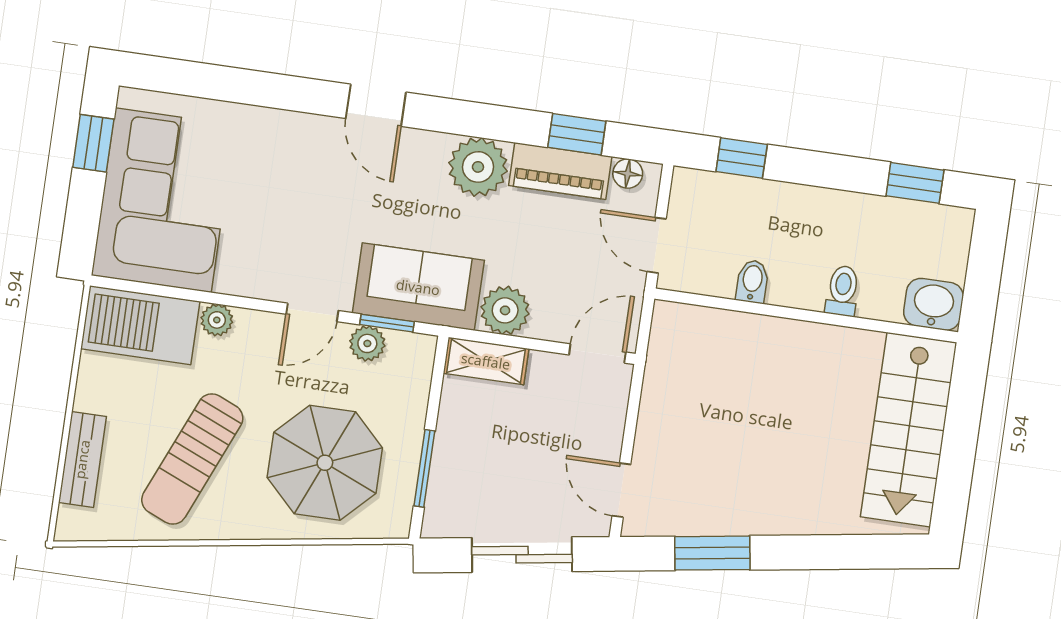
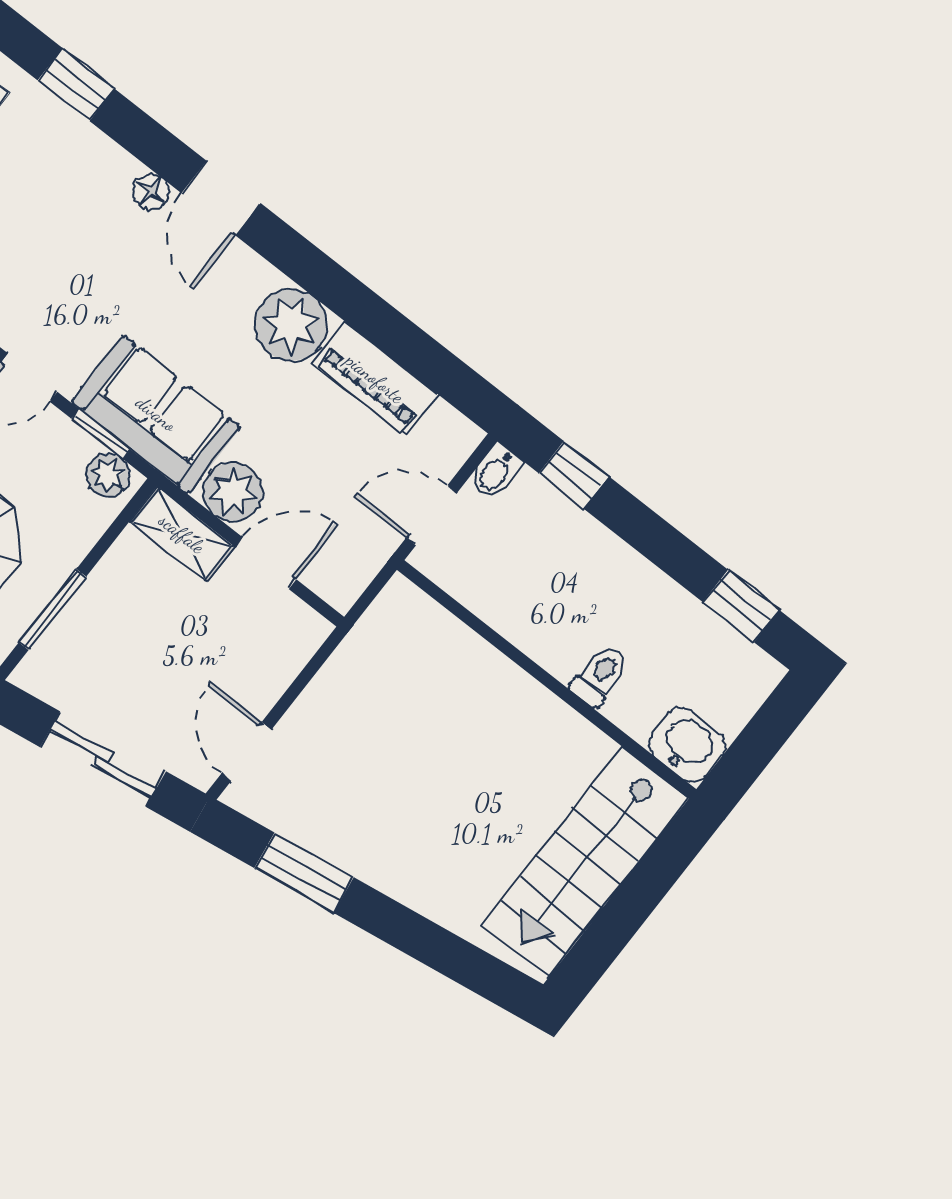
window: (577, 134) -> (76, 85), moved
floor lamp: (628, 174) -> (151, 192), moved
door: (657, 245) -> (432, 515), hinge flipped
bidet: (752, 281) -> (496, 472), moved, turned 180
plant: (367, 343) -> (108, 475), moved
door: (597, 353) -> (266, 563), moved

